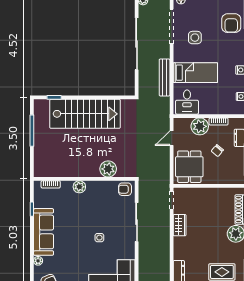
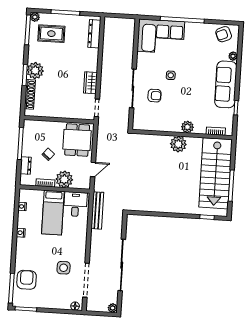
bed: (195, 73) -> (53, 213), moved, turned -90
bench: (165, 77) -> (97, 210), moved
stairs: (85, 114) -> (216, 173), moved, turned -90
plant: (108, 169) -> (178, 144), moved
armchair: (125, 189) -> (154, 96), moved

